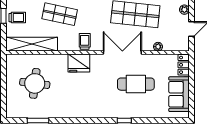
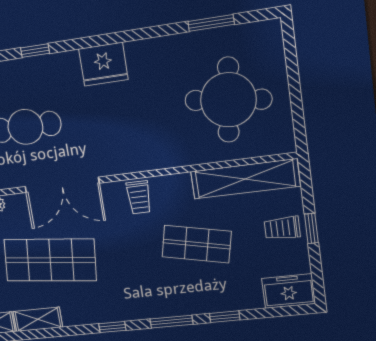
fridge: (79, 63) -> (103, 64), moved, turned 180
round table: (35, 83) -> (228, 100), width x1.36, depth x1.36

